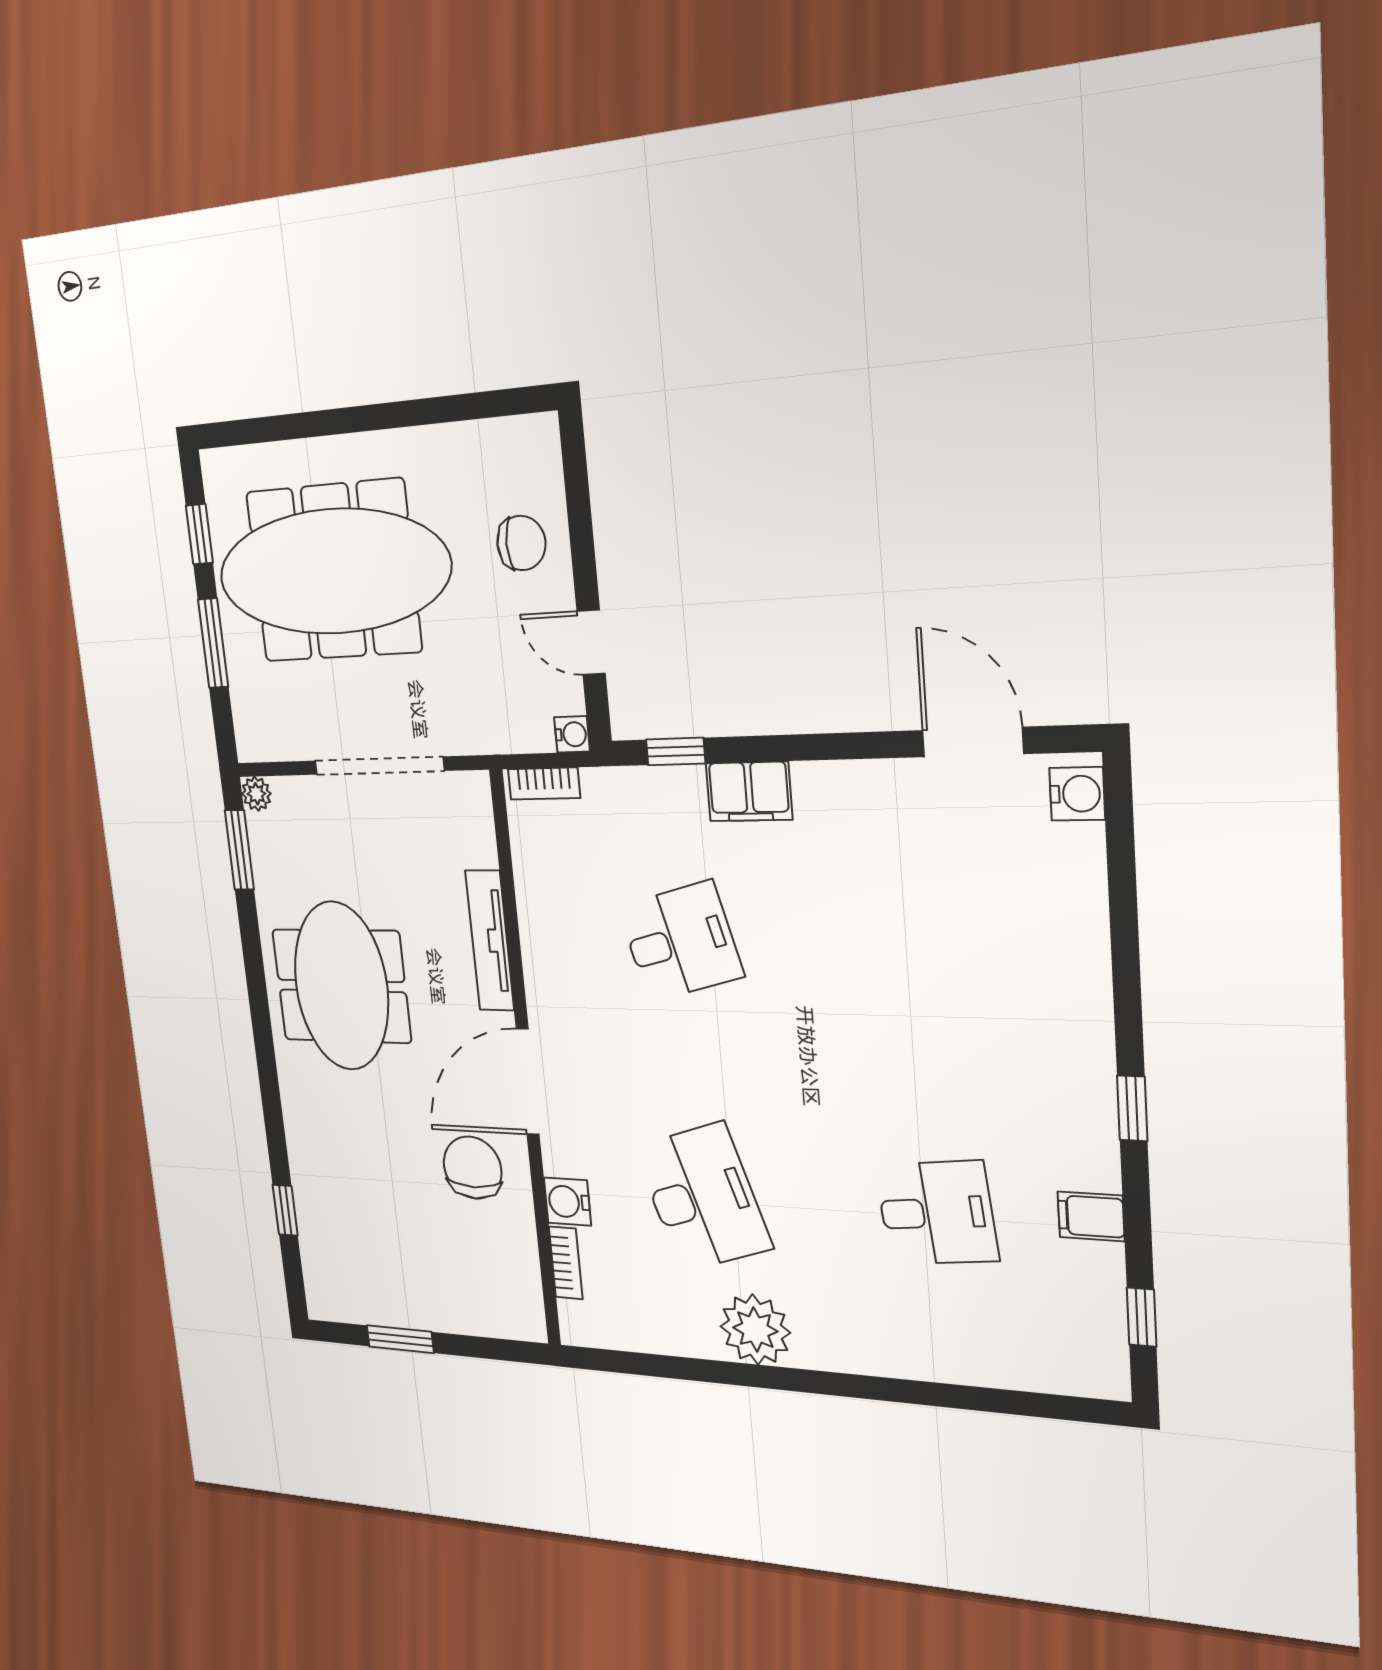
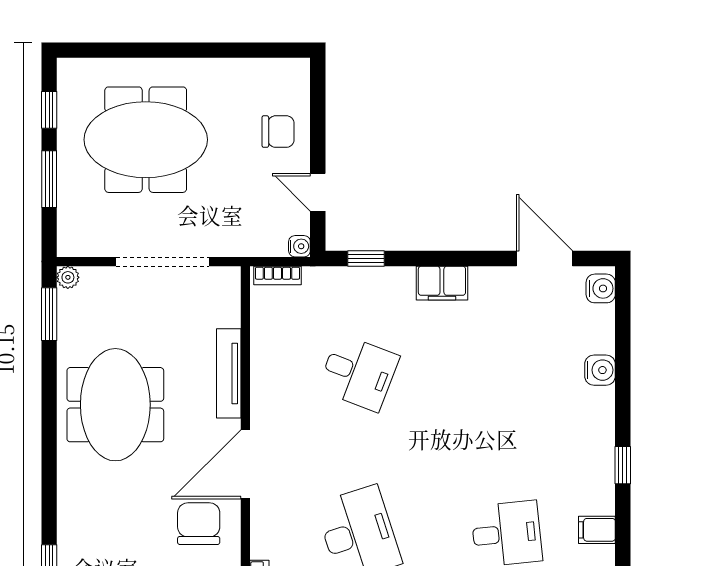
meeting table: (333, 571) -> (146, 140), width x0.73
filing cabinet: (749, 791) -> (442, 283), moved
desk: (680, 941) -> (359, 373), turned 36
water cooler: (567, 1202) -> (600, 370), moved, turned 180

